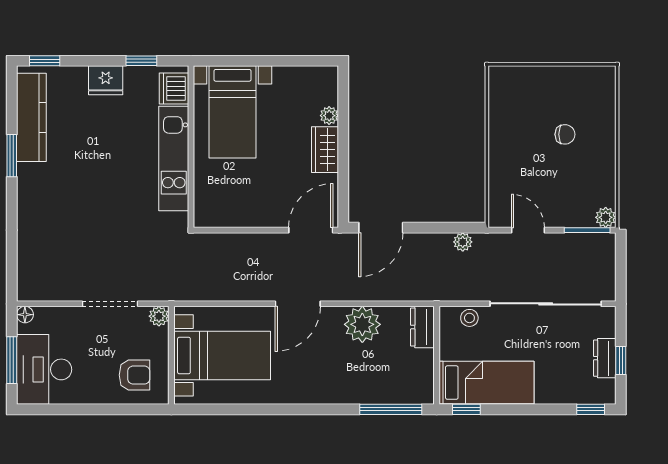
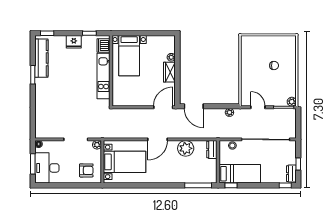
door: (381, 228) -> (194, 106), hinge flipped
dresser: (605, 358) -> (291, 174), moved

